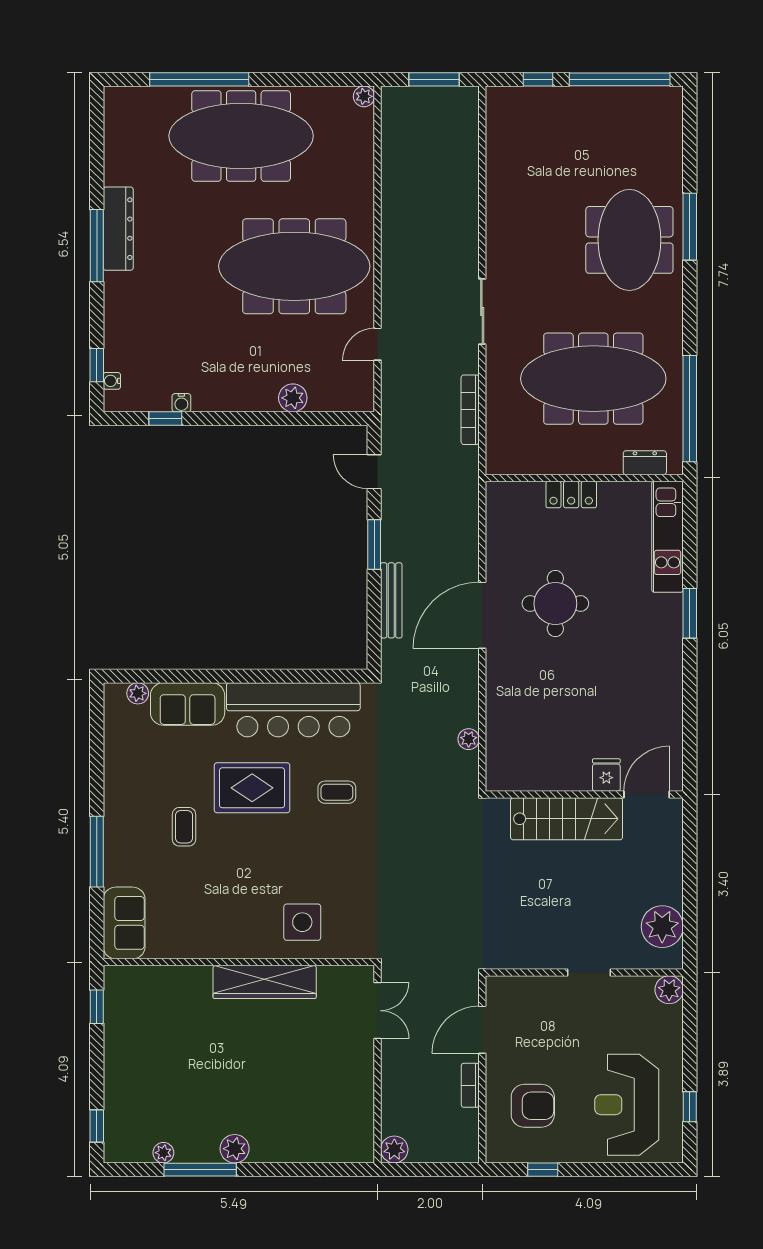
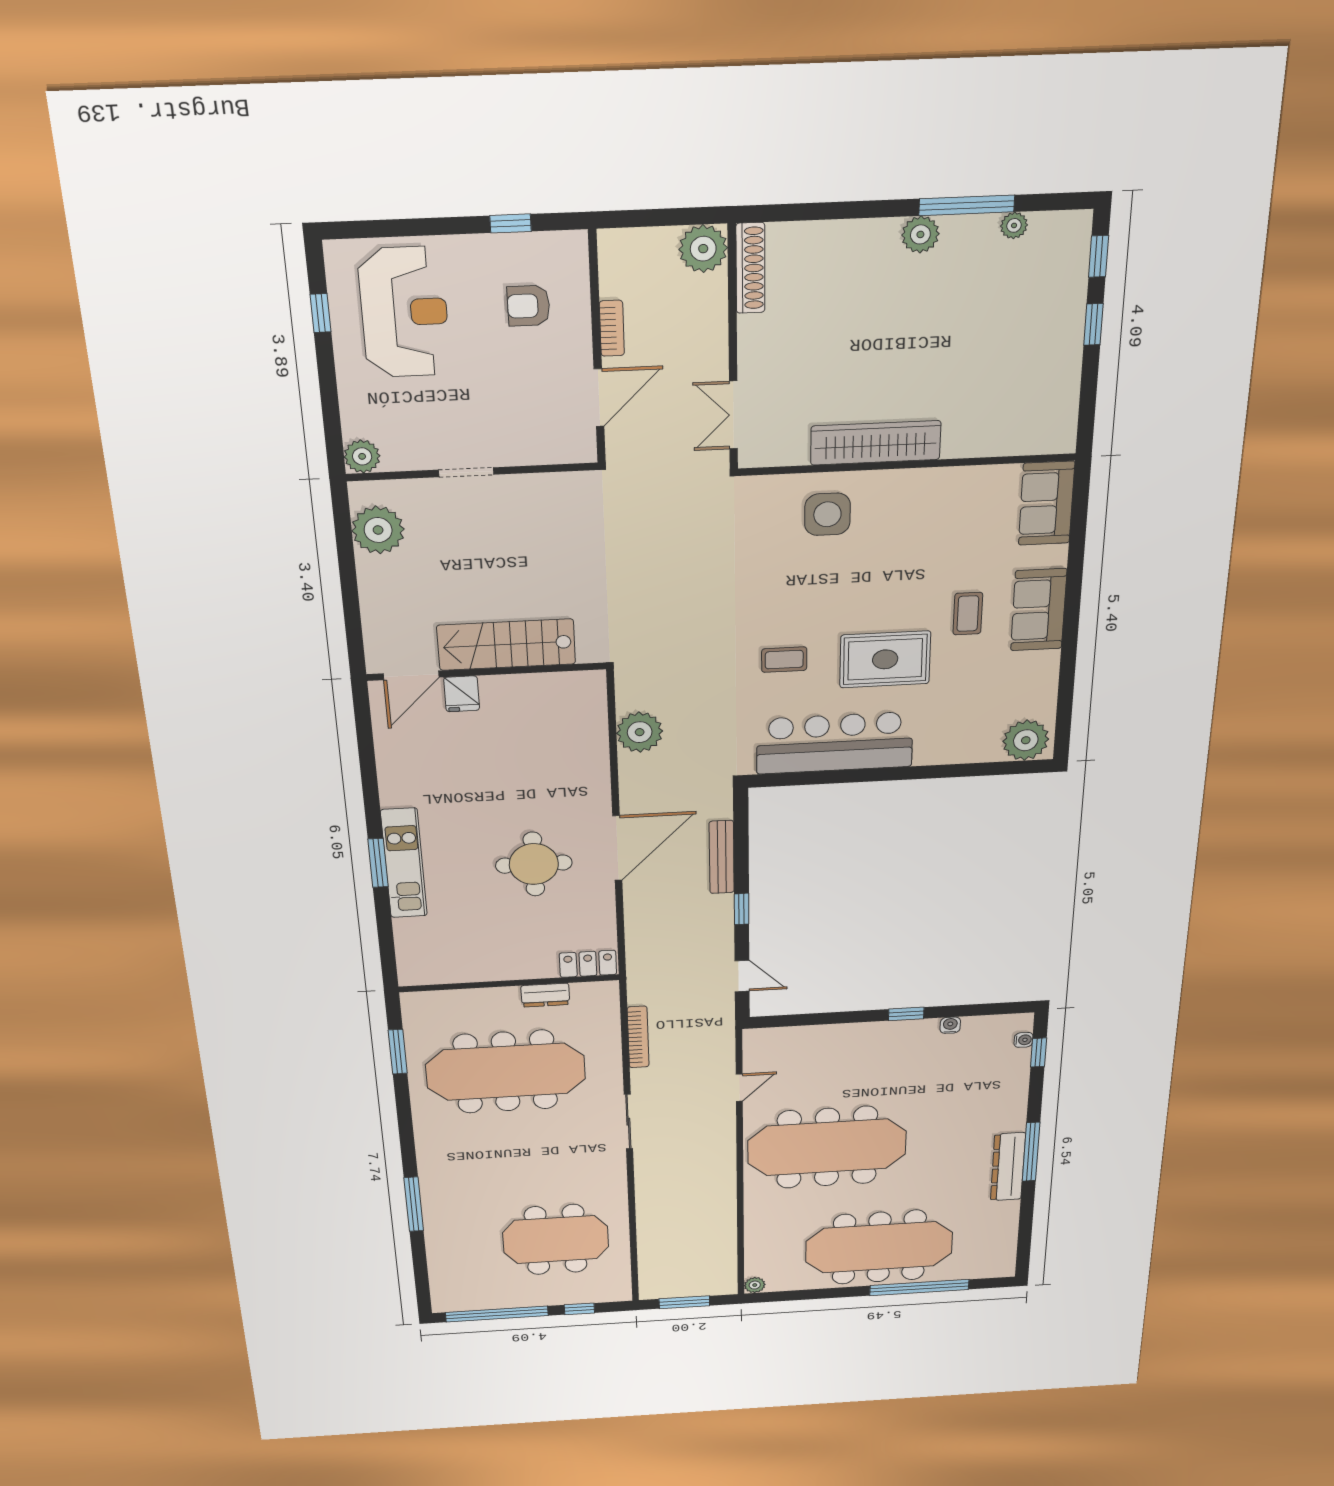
meeting table: (629, 240) -> (556, 1240), moved, turned 90
plant: (293, 398) -> (830, 1036), removed
window: (690, 409) -> (398, 1052), width x0.47
window: (165, 419) -> (906, 1014), moved
dresser: (645, 463) -> (545, 995), moved
locker: (571, 495) -> (588, 964), moved
kitchen unit: (668, 537) -> (404, 863), moved
window: (374, 545) -> (742, 909), width x0.67
plant: (138, 693) -> (1026, 740), width x1.87, depth x1.87
sofa: (188, 704) -> (1039, 610), moved, turned -90
plant: (469, 739) -> (640, 732), width x1.88, depth x1.88
window: (97, 852) -> (1074, 581), removed
window: (97, 1007) -> (1093, 324), moved
armchair: (533, 1106) -> (528, 306), width x0.72, depth x0.72
shoe rack: (364, 1128) -> (750, 268), added
plant: (394, 1149) -> (703, 249), width x1.36, depth x1.36

